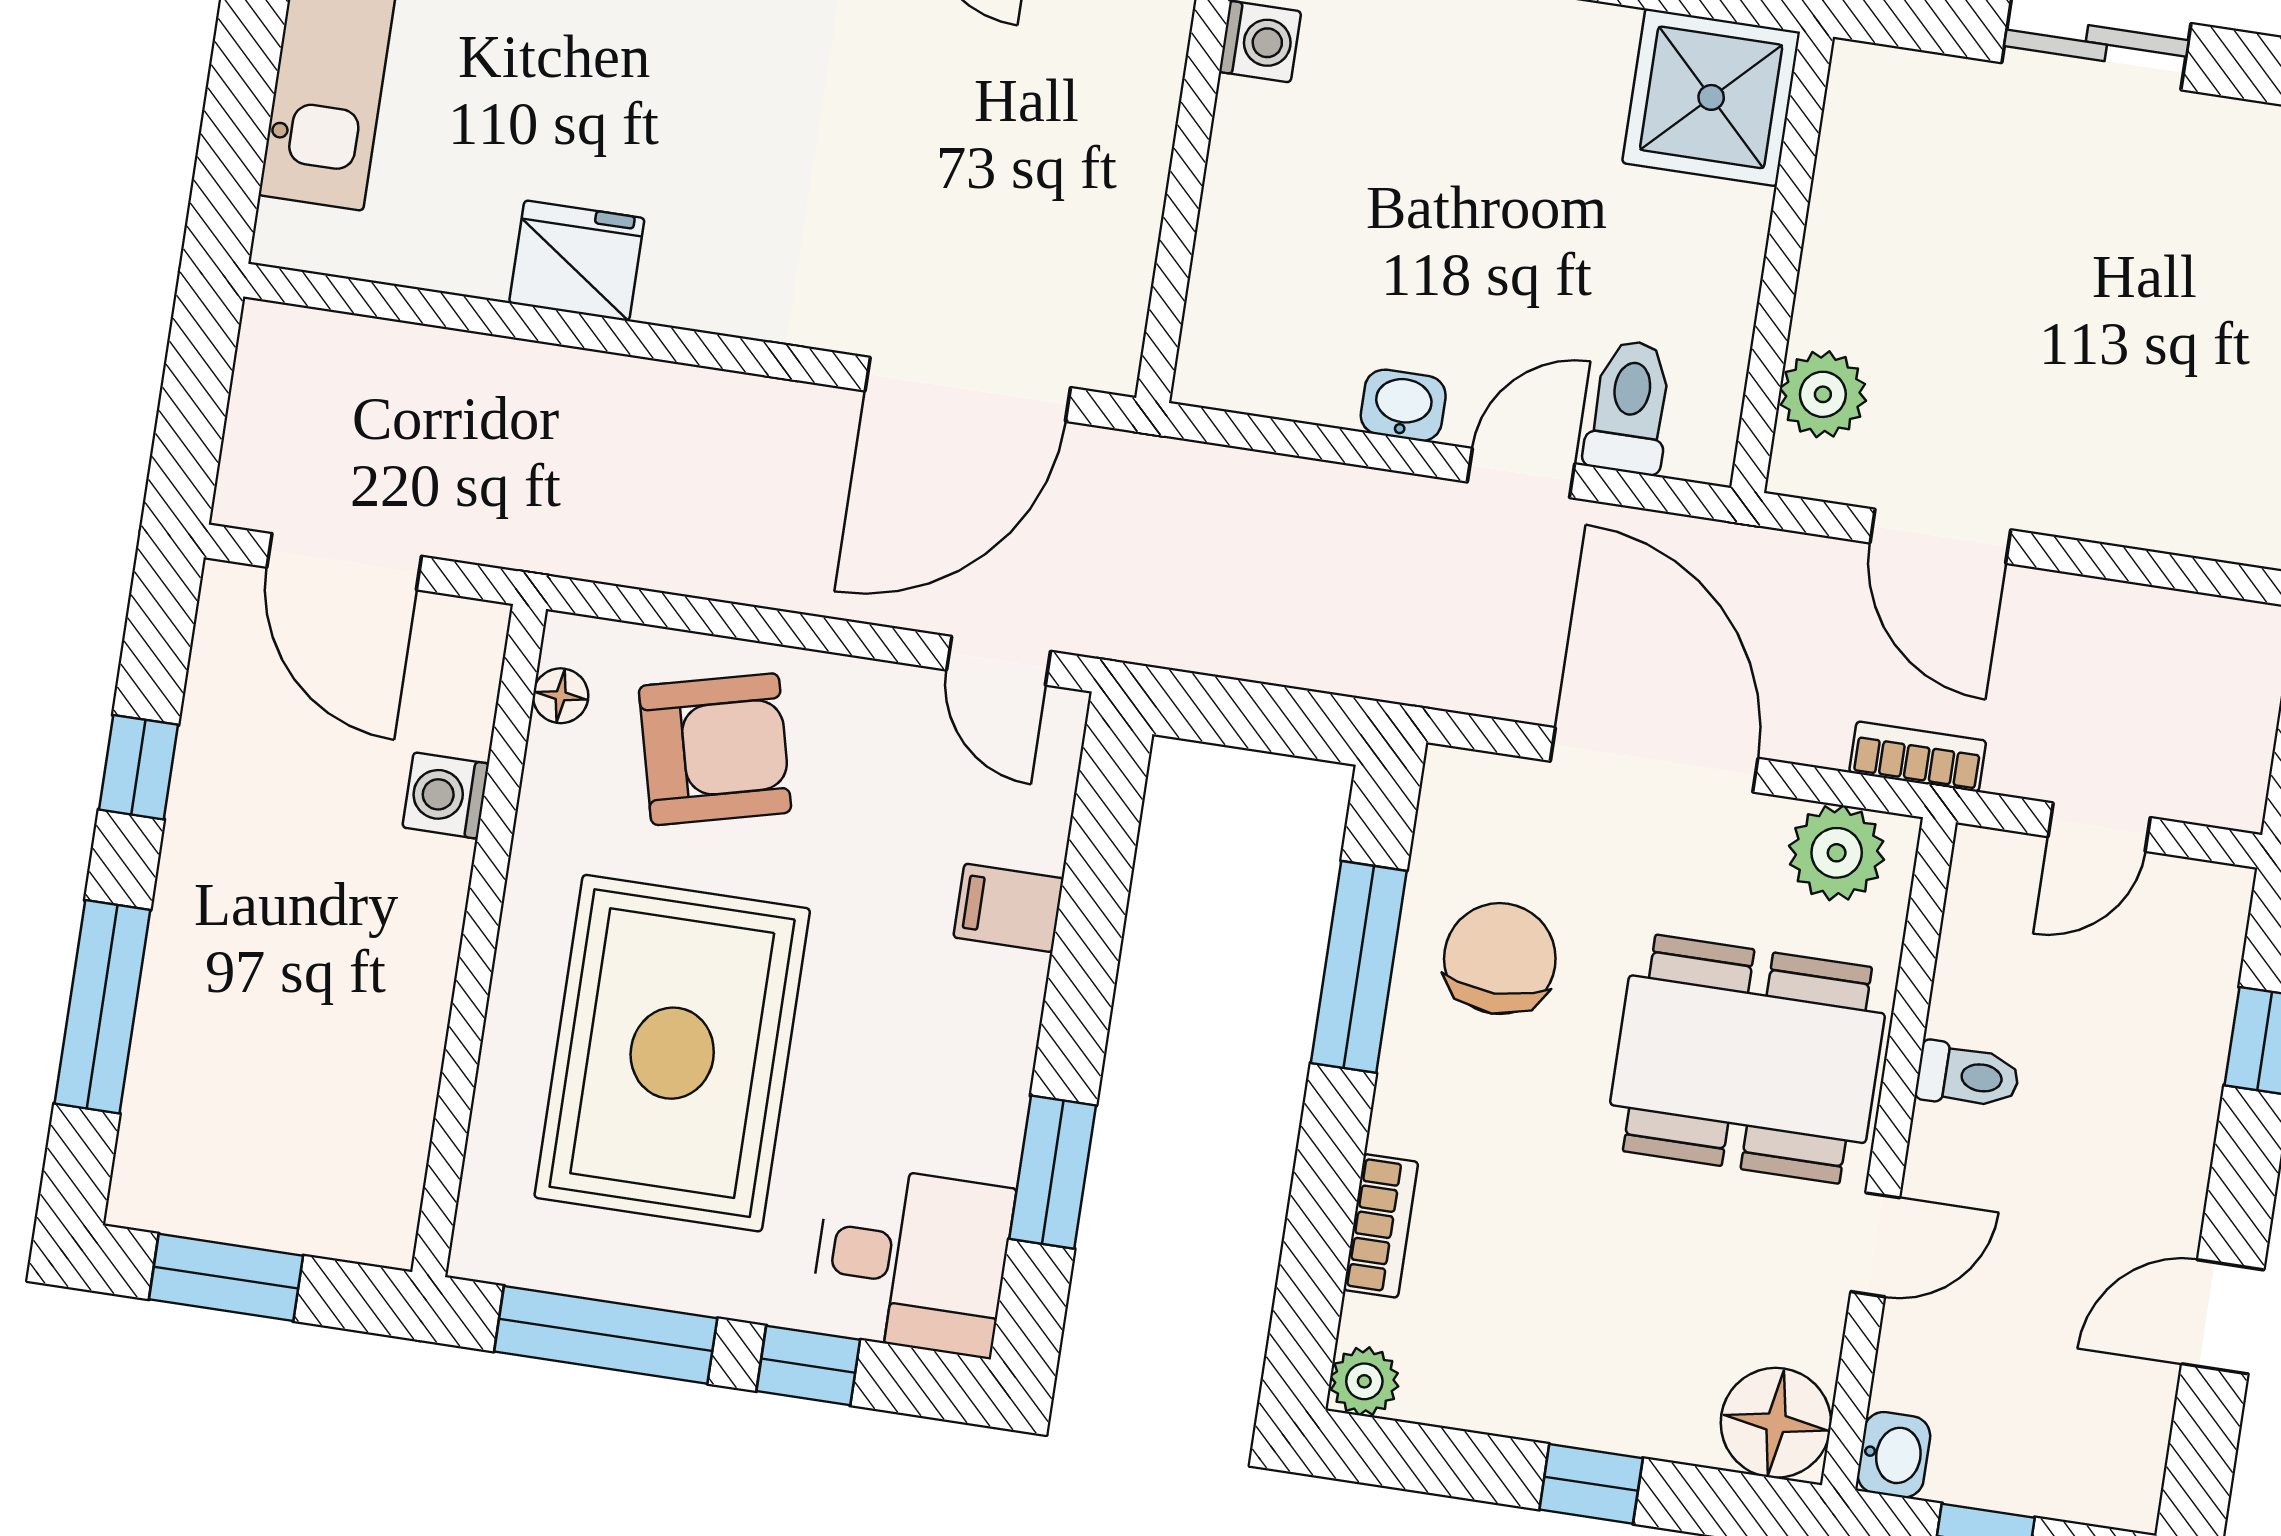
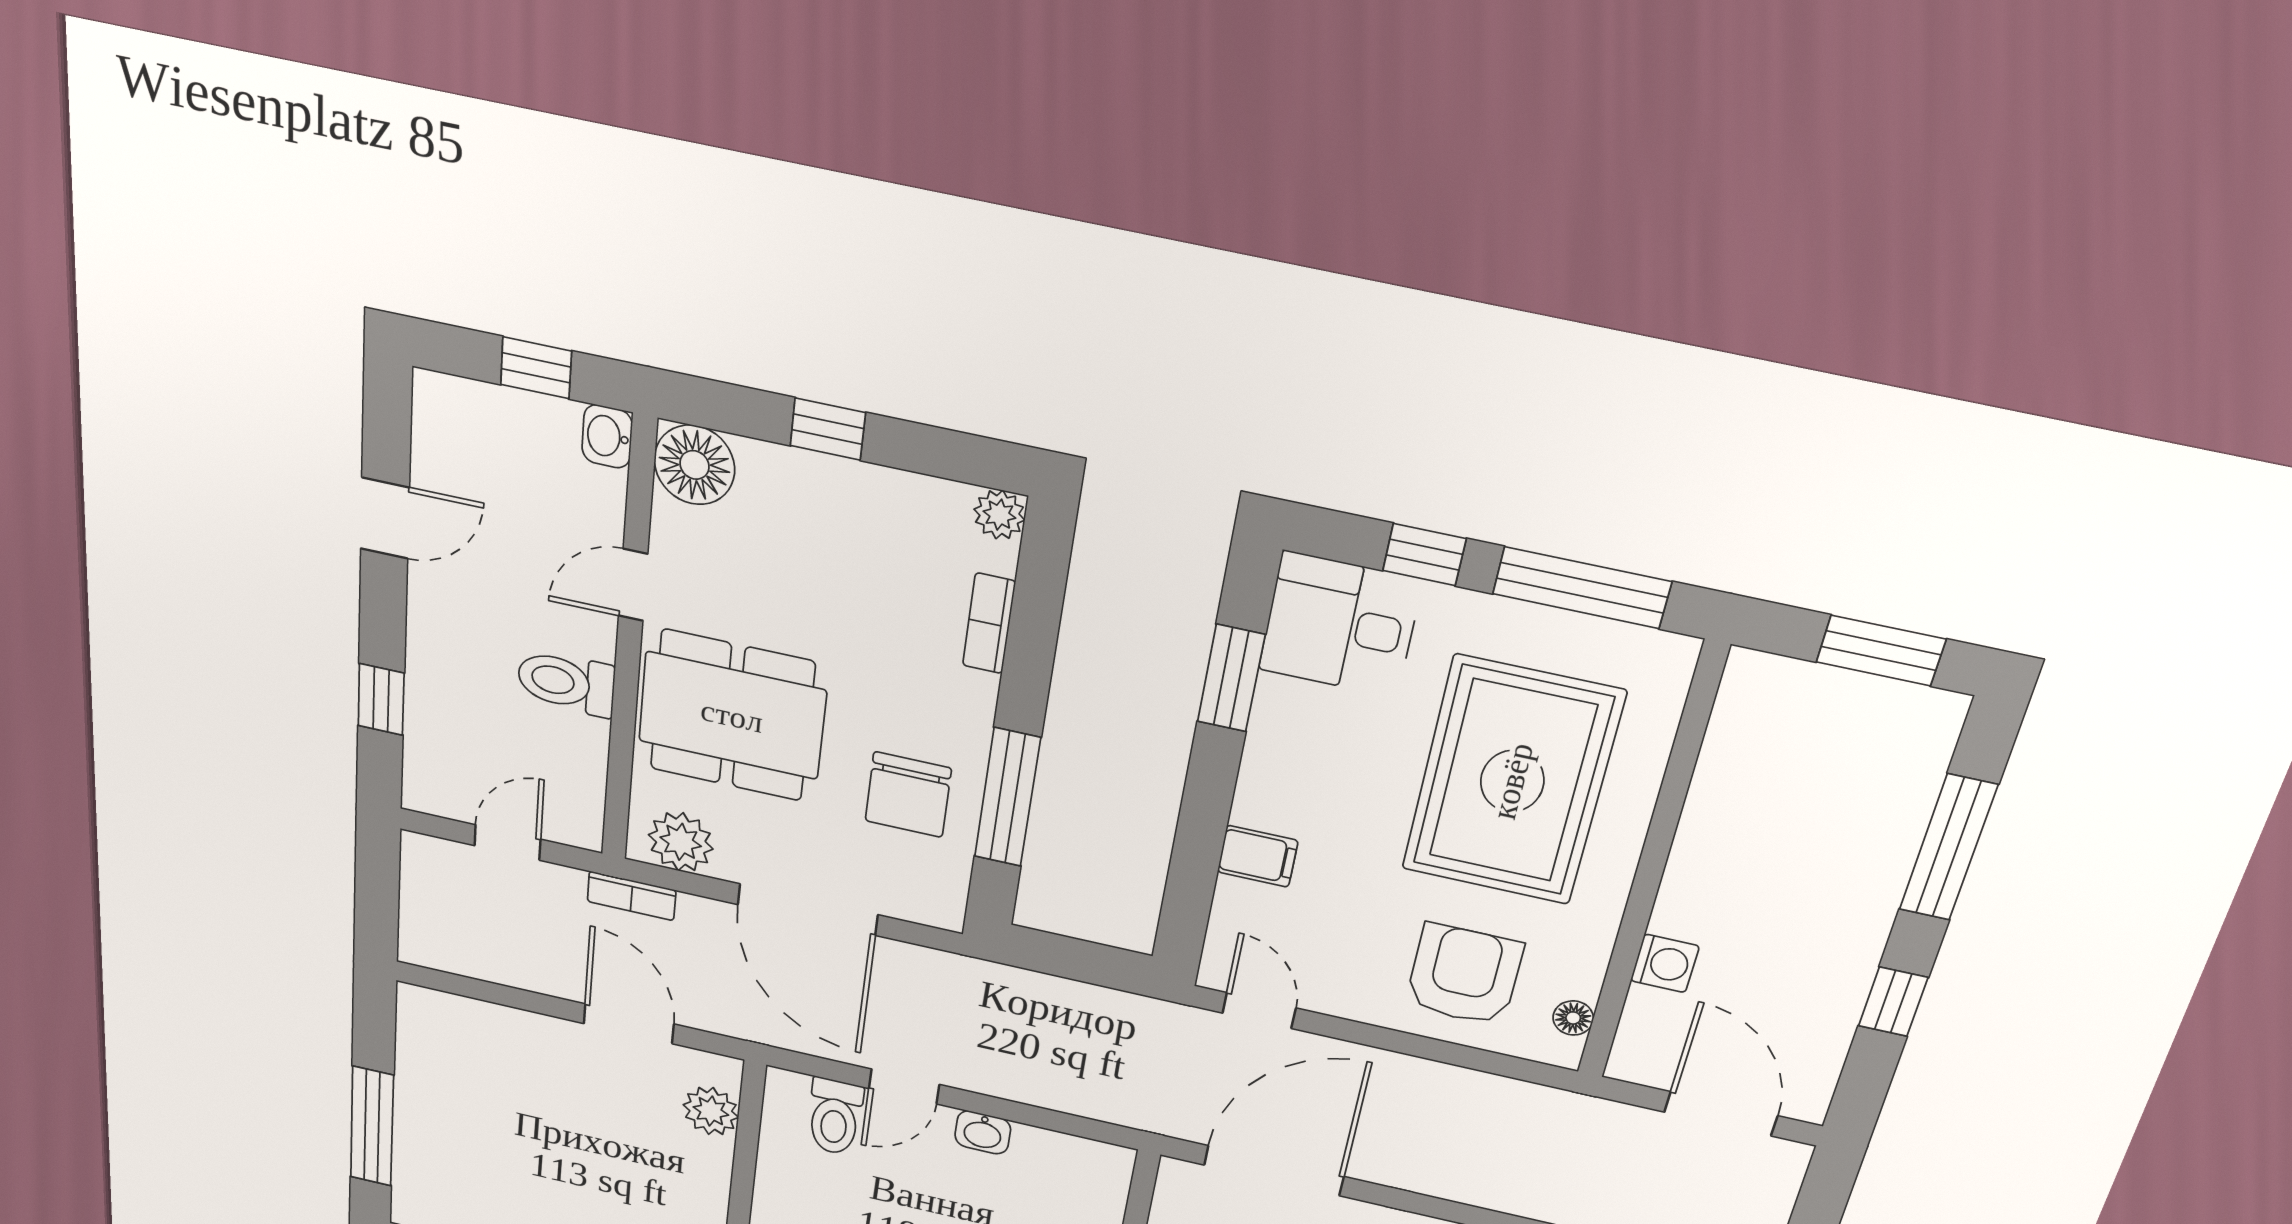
armchair: (715, 749) -> (1464, 975), turned 104
toilet: (1968, 1076) -> (566, 683), width x1.37, depth x1.39

